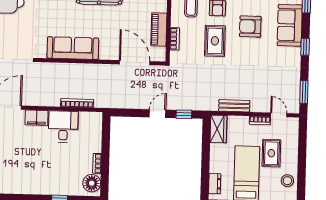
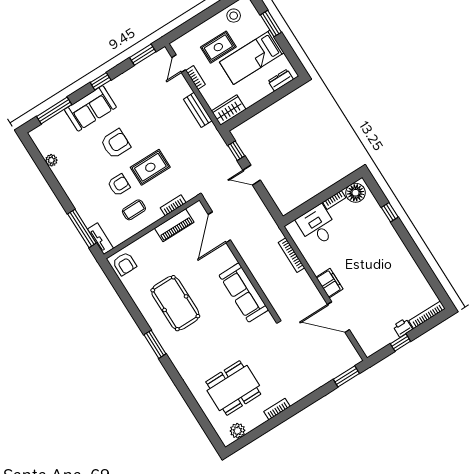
armchair: (250, 26) -> (116, 144), turned -90
desk: (63, 127) -> (317, 226), moved, turned 90

